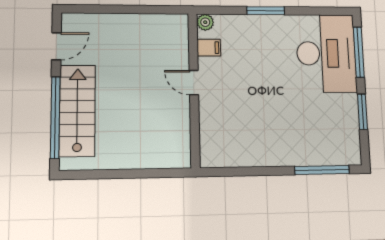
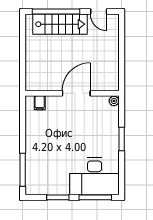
filing cabinet: (209, 48) -> (40, 103), moved
door: (194, 83) -> (76, 93), width x1.88

